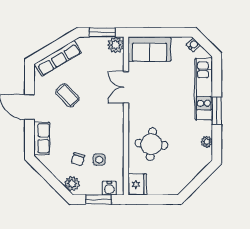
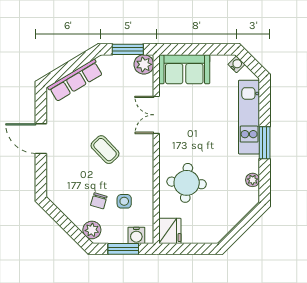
coffee table: (67, 95) -> (105, 150), moved
row of seats: (42, 138) -> (55, 176), removed

